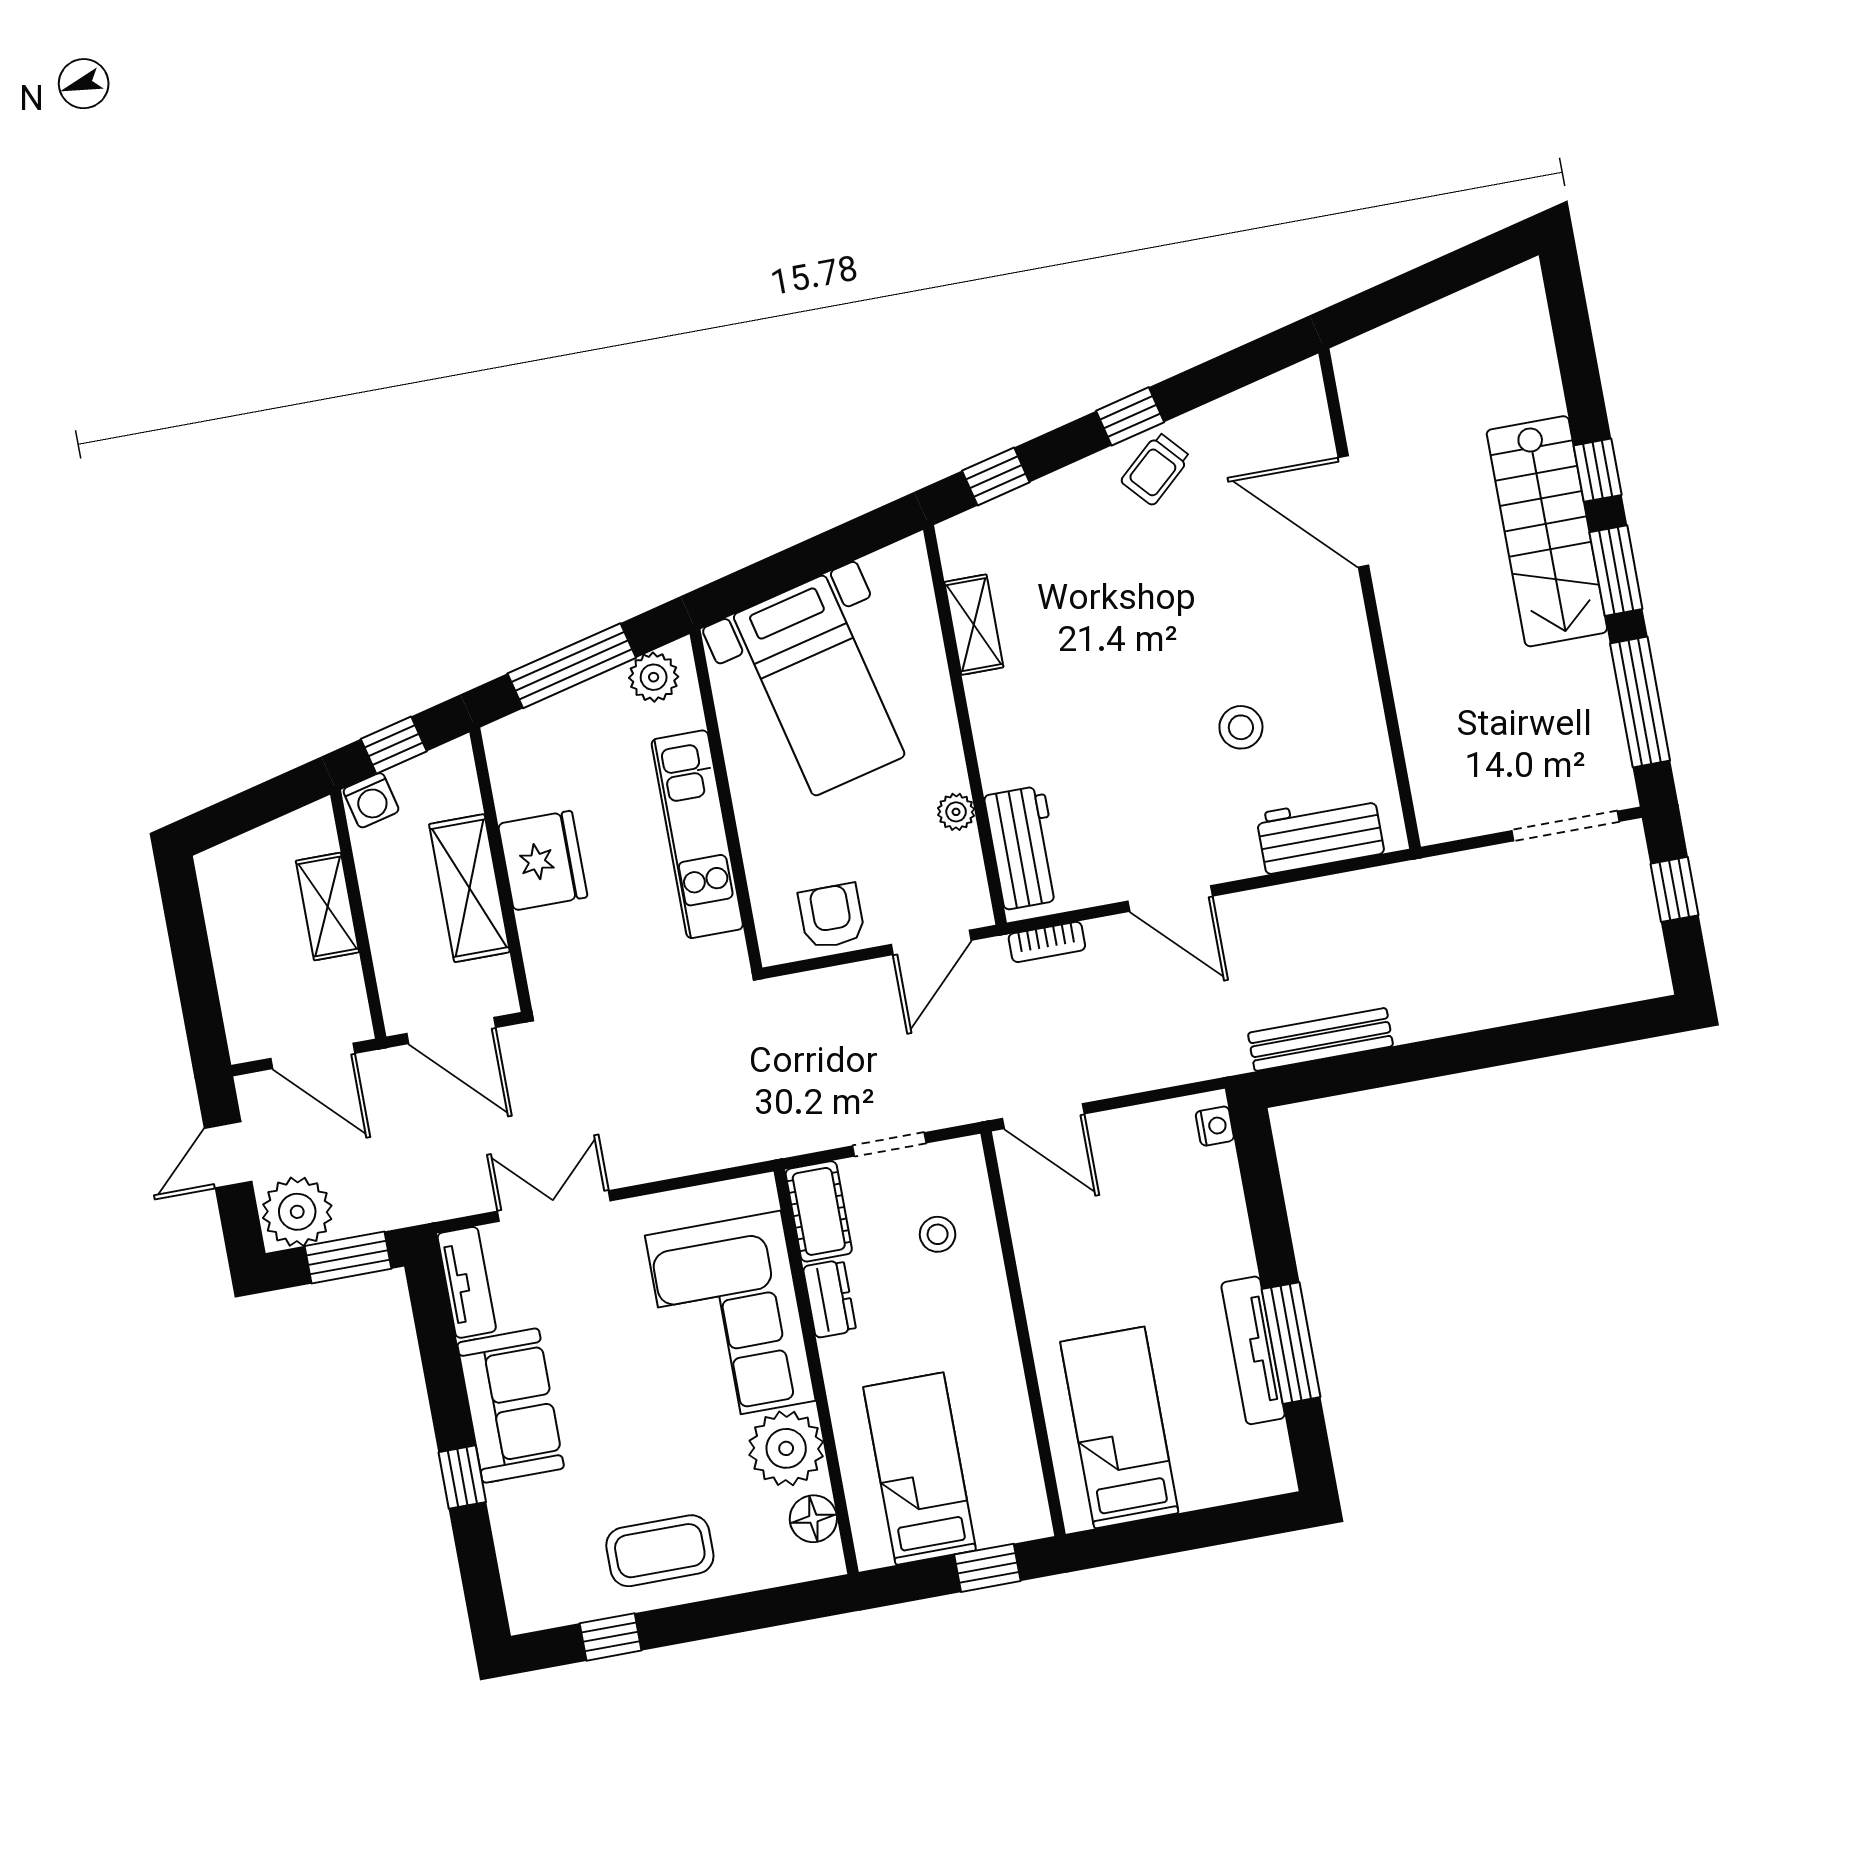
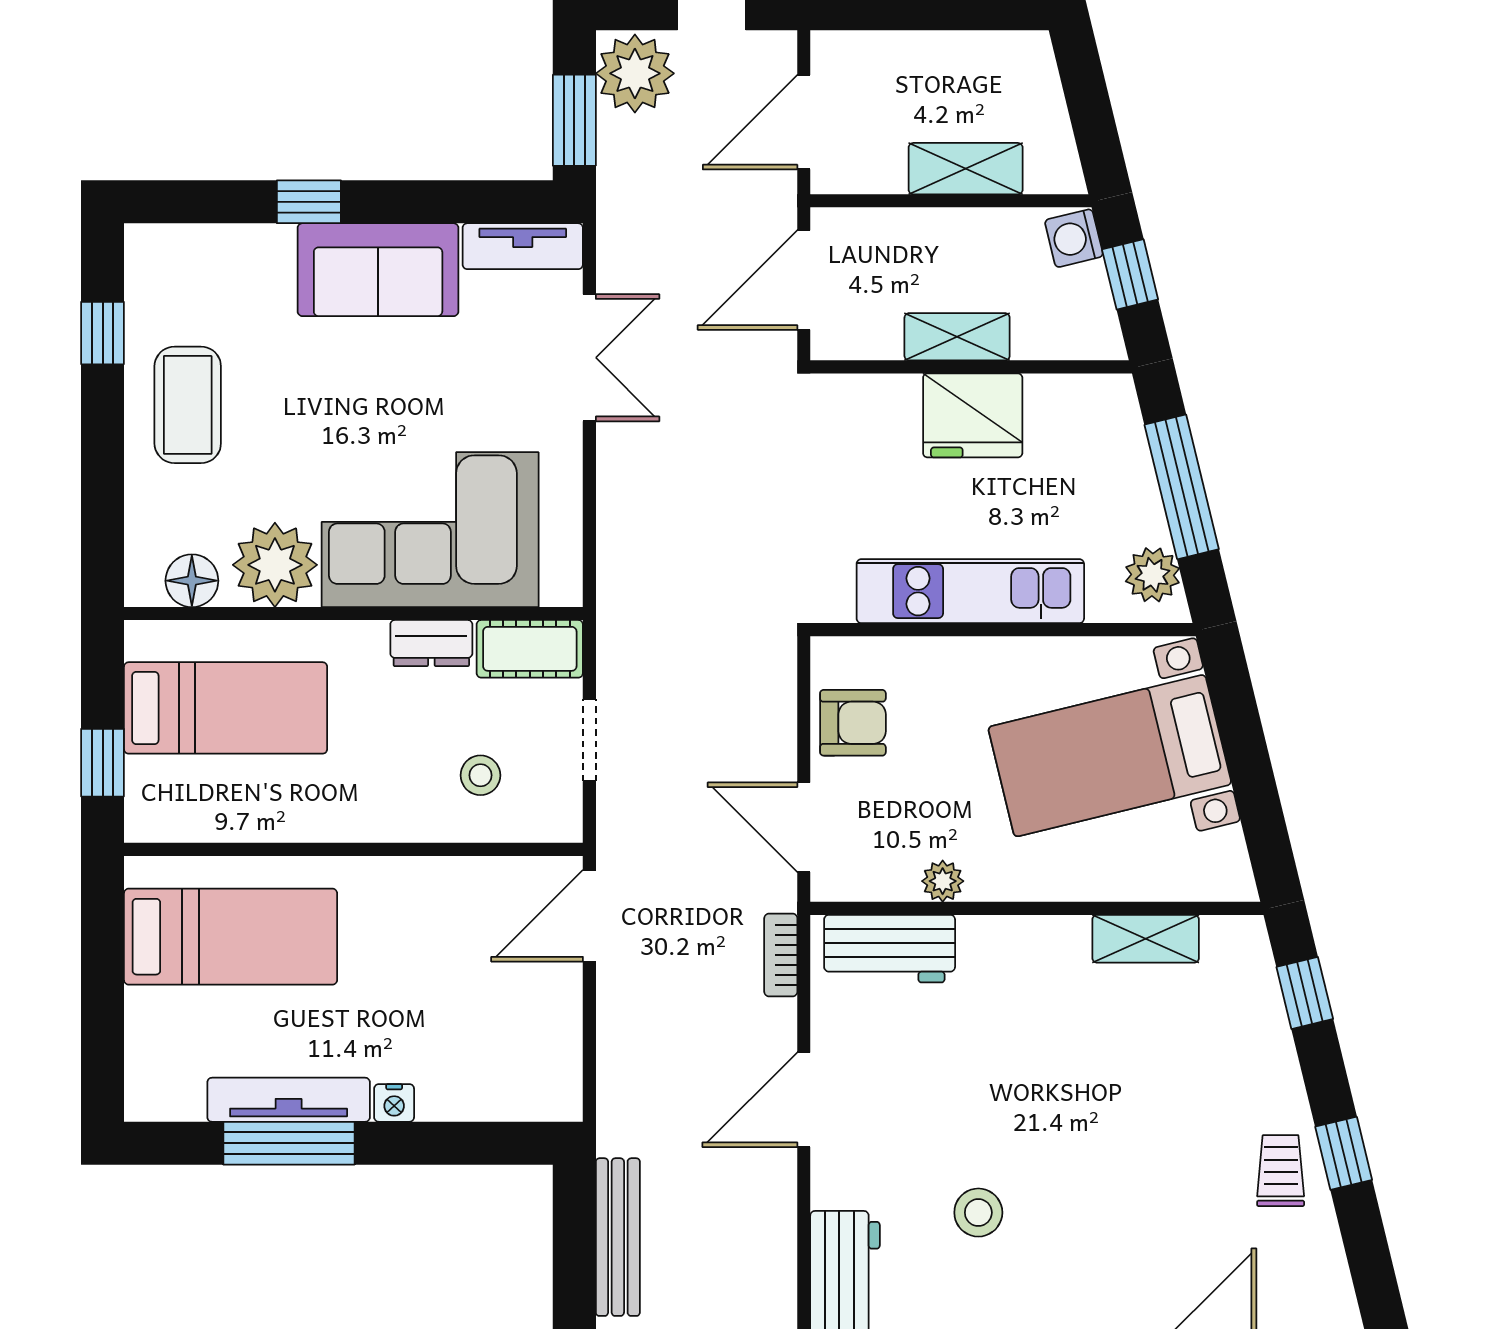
trolley: (1156, 469) -> (1281, 1171), turned 42
shelving: (469, 888) -> (957, 337), width x0.67, depth x0.75
nightstand: (1215, 1126) -> (394, 1103), moved

